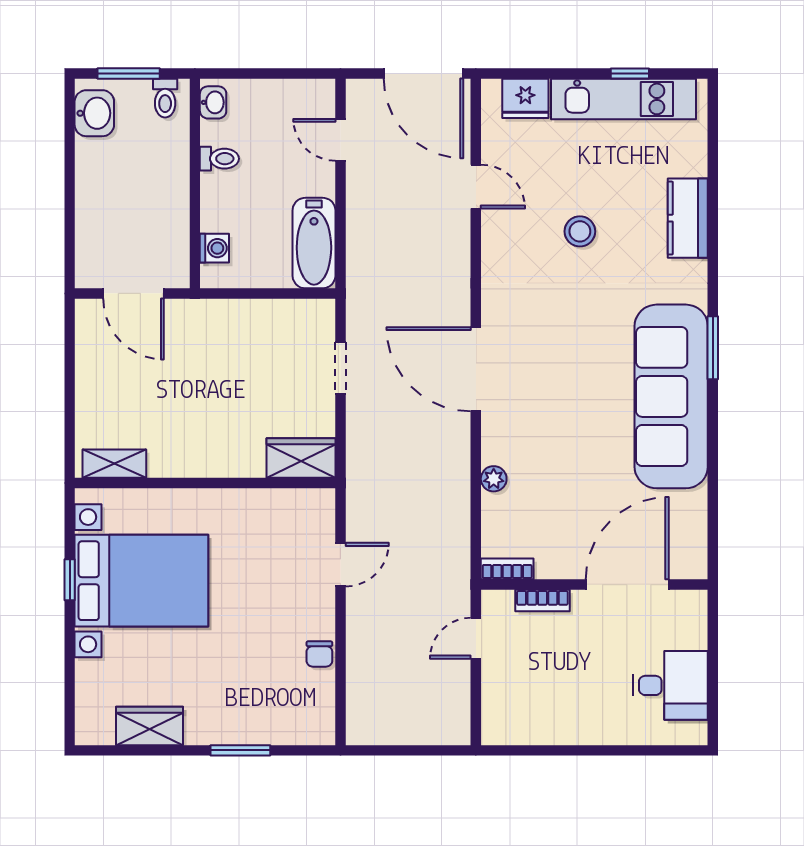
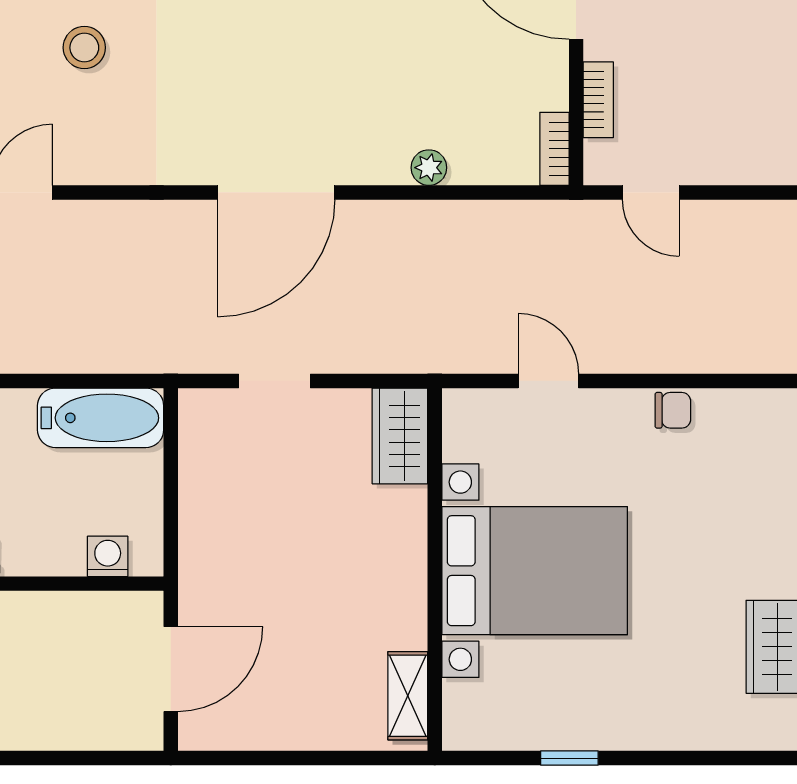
bed with nightstands: (141, 581) -> (535, 571), moved, turned 90

